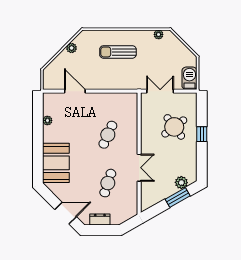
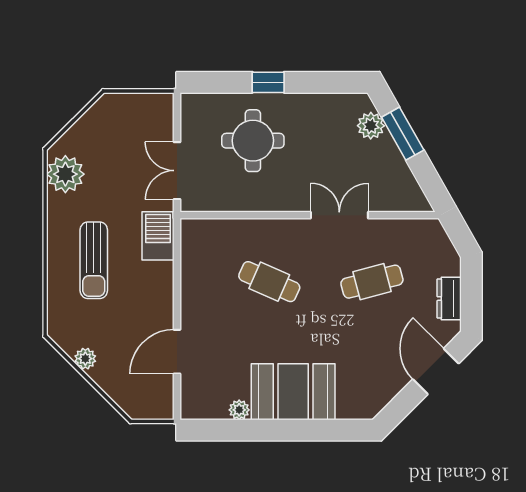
plant: (159, 34) -> (65, 174), width x1.88, depth x1.88
barbecue: (189, 78) -> (158, 236), moved, turned 90
round table: (174, 127) -> (253, 141), turned 37
booth: (56, 163) -> (293, 392), moved
cafe table: (108, 183) -> (372, 282), turned -33

